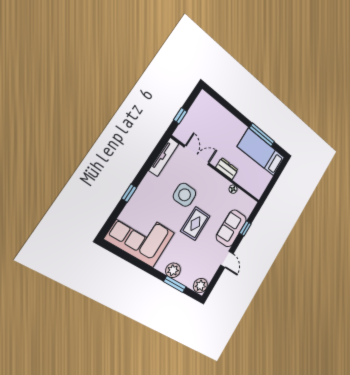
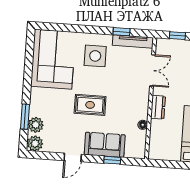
window: (129, 193) -> (121, 32), moved
side table: (185, 195) -> (95, 56), moved
plant: (173, 270) -> (36, 125), moved

